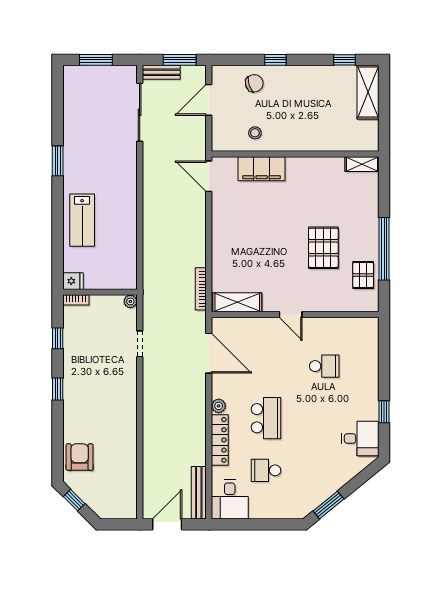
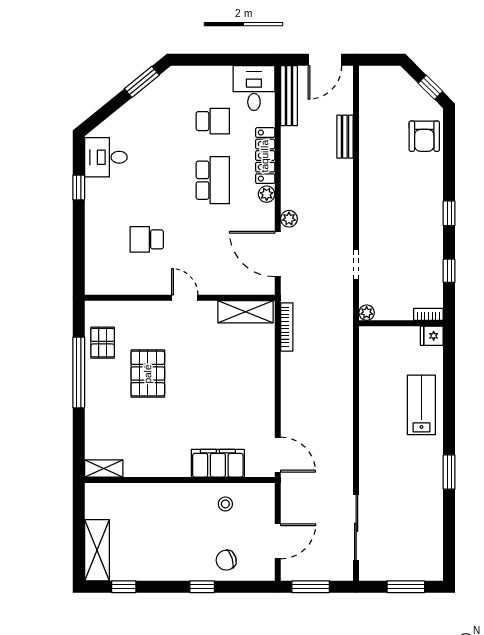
bench: (161, 72) -> (345, 137), moved, turned 90
plant: (199, 384) -> (289, 219), added
school desk: (266, 418) -> (213, 180), turned 180

